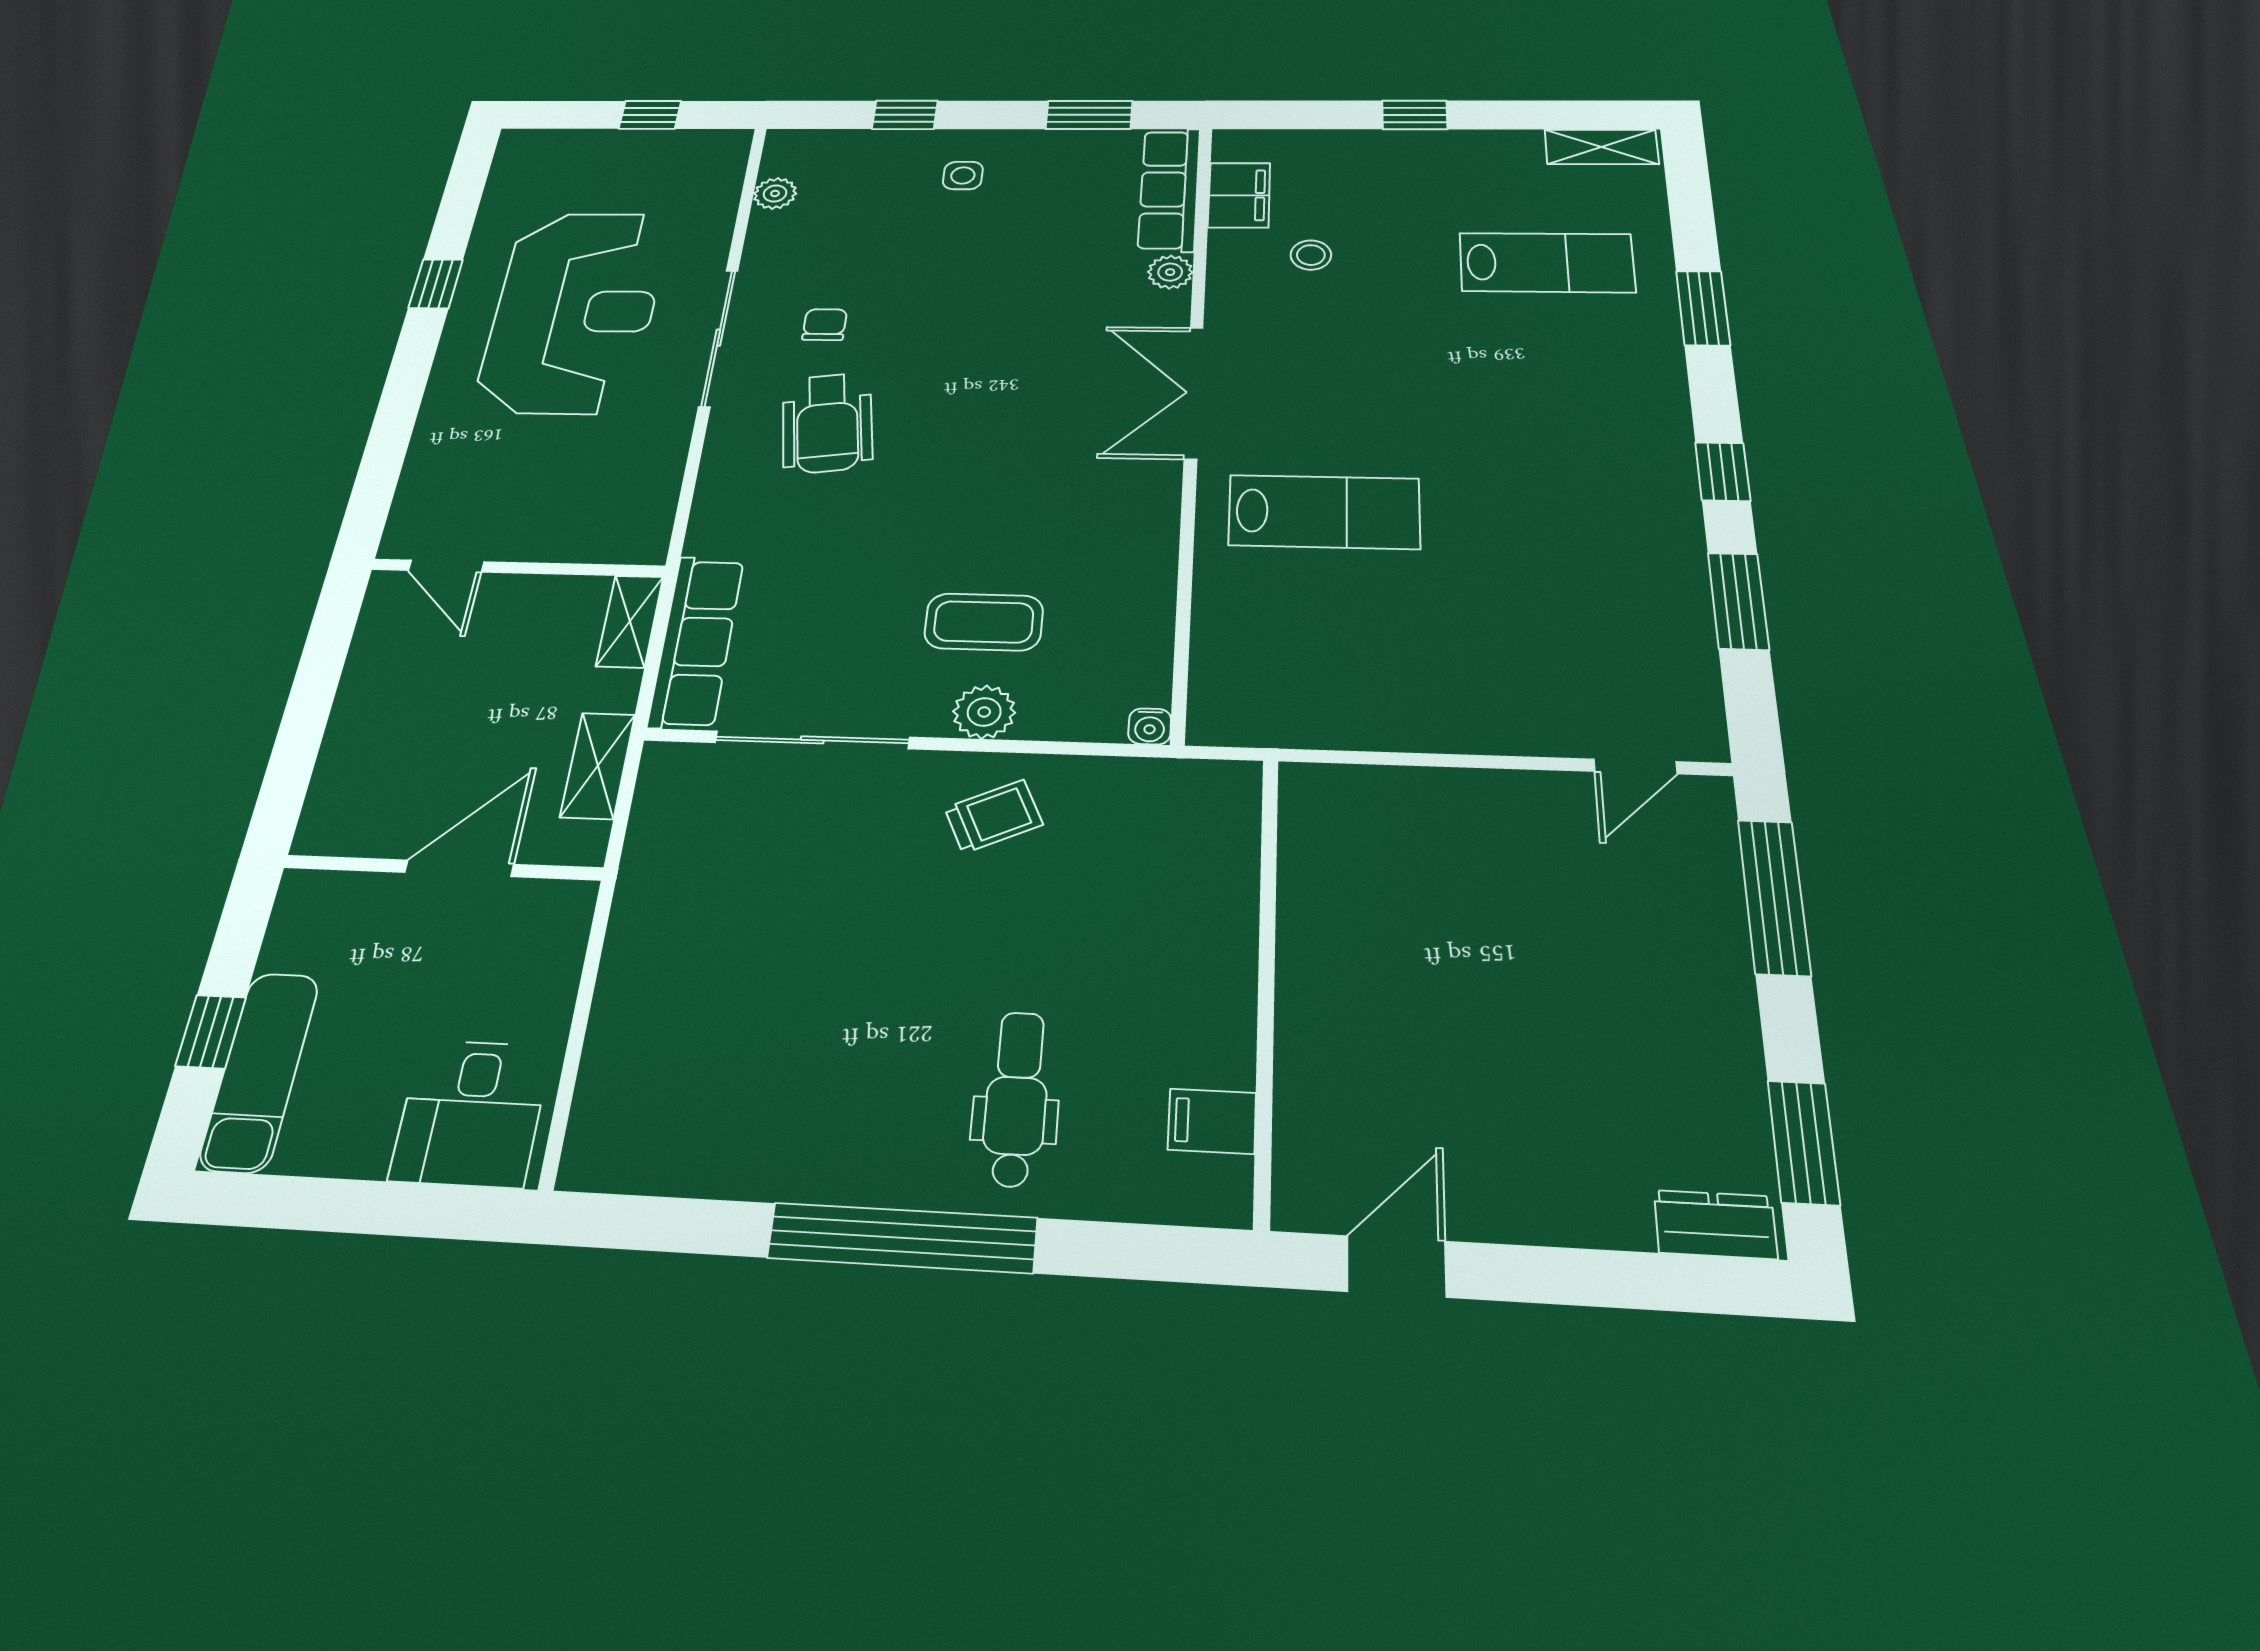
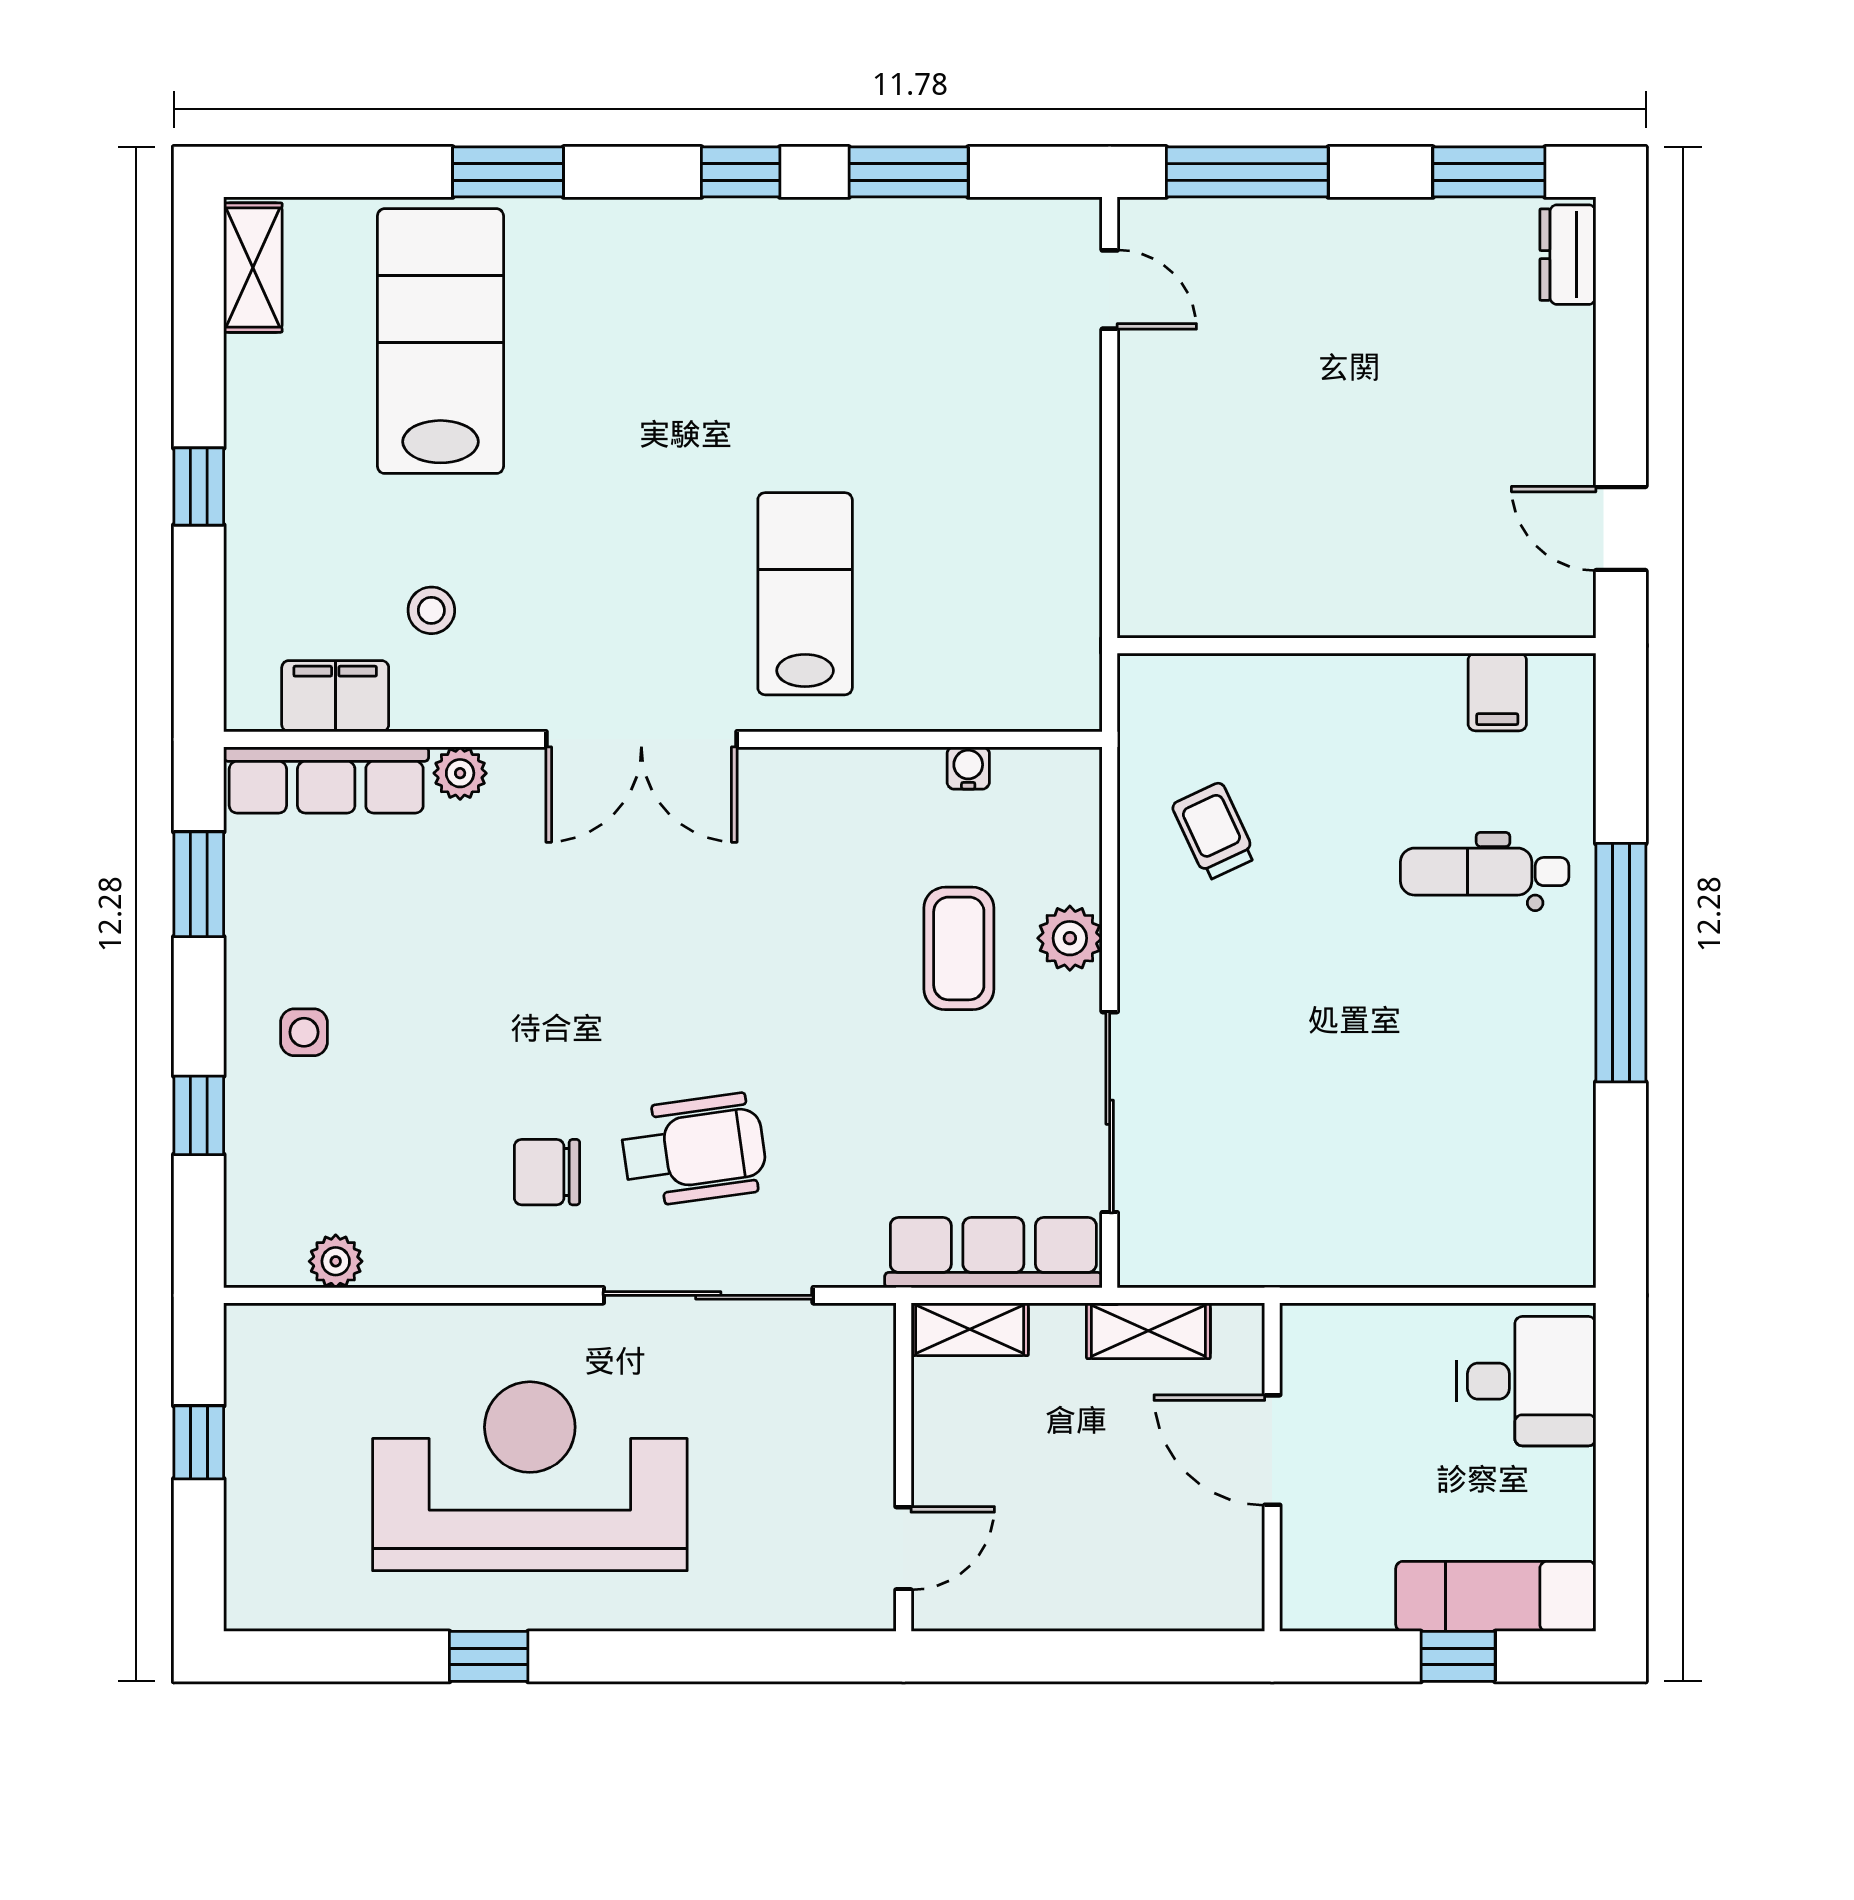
lab bench: (1547, 263) -> (440, 341), width x1.36, depth x1.39
chair: (825, 325) -> (547, 1172), width x1.37, depth x1.37
sliding door: (718, 338) -> (708, 1295), moved
water cooler: (1150, 726) -> (968, 768), moved, turned -90
trolley: (994, 816) -> (1214, 831), moved

